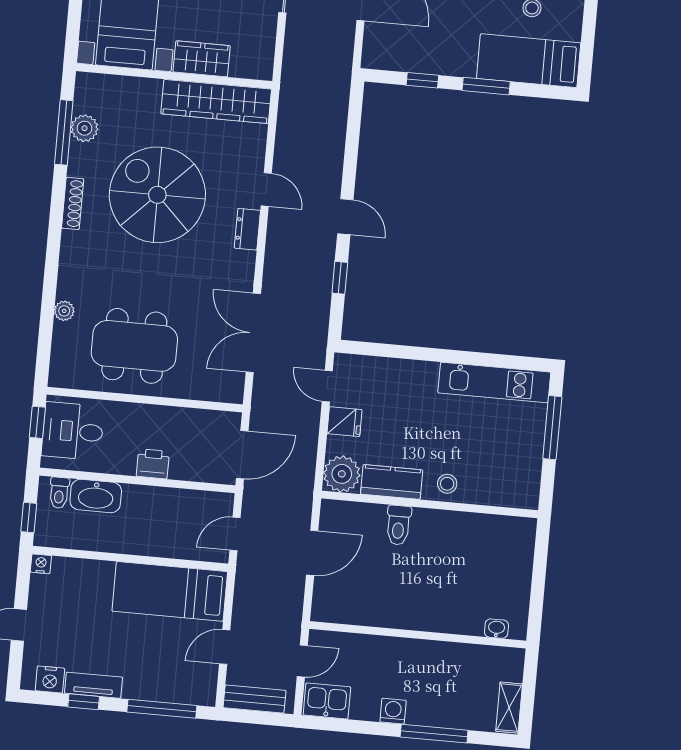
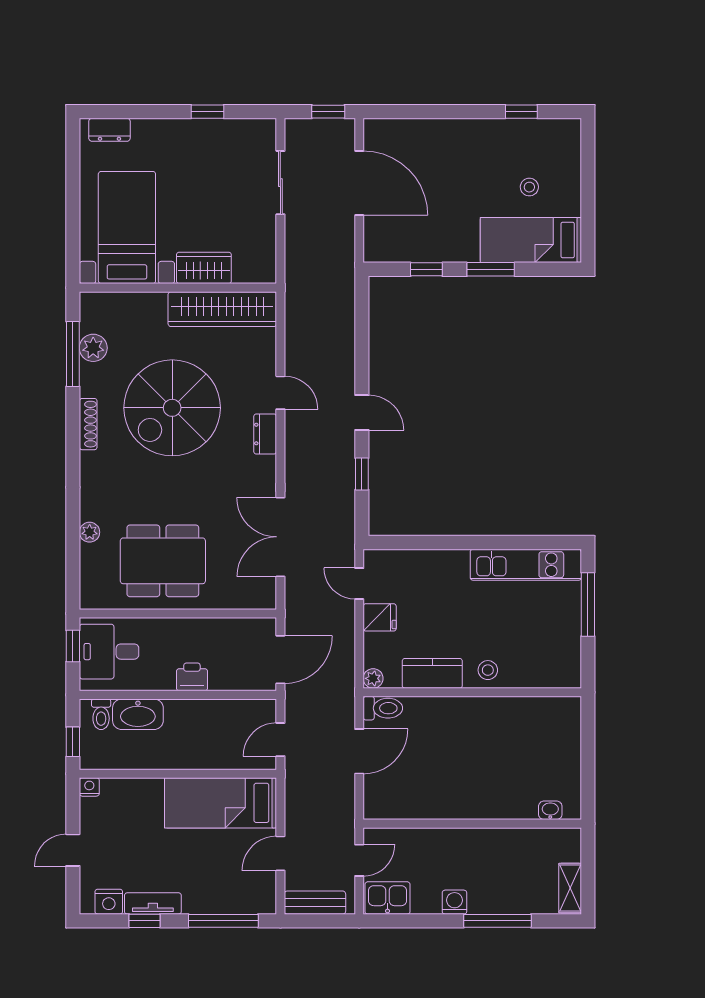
spiral stairs: (157, 195) -> (172, 408), turned -90
plant: (342, 474) -> (373, 678), width x0.53, depth x0.53
toilet: (398, 525) -> (383, 708), moved, turned -90

